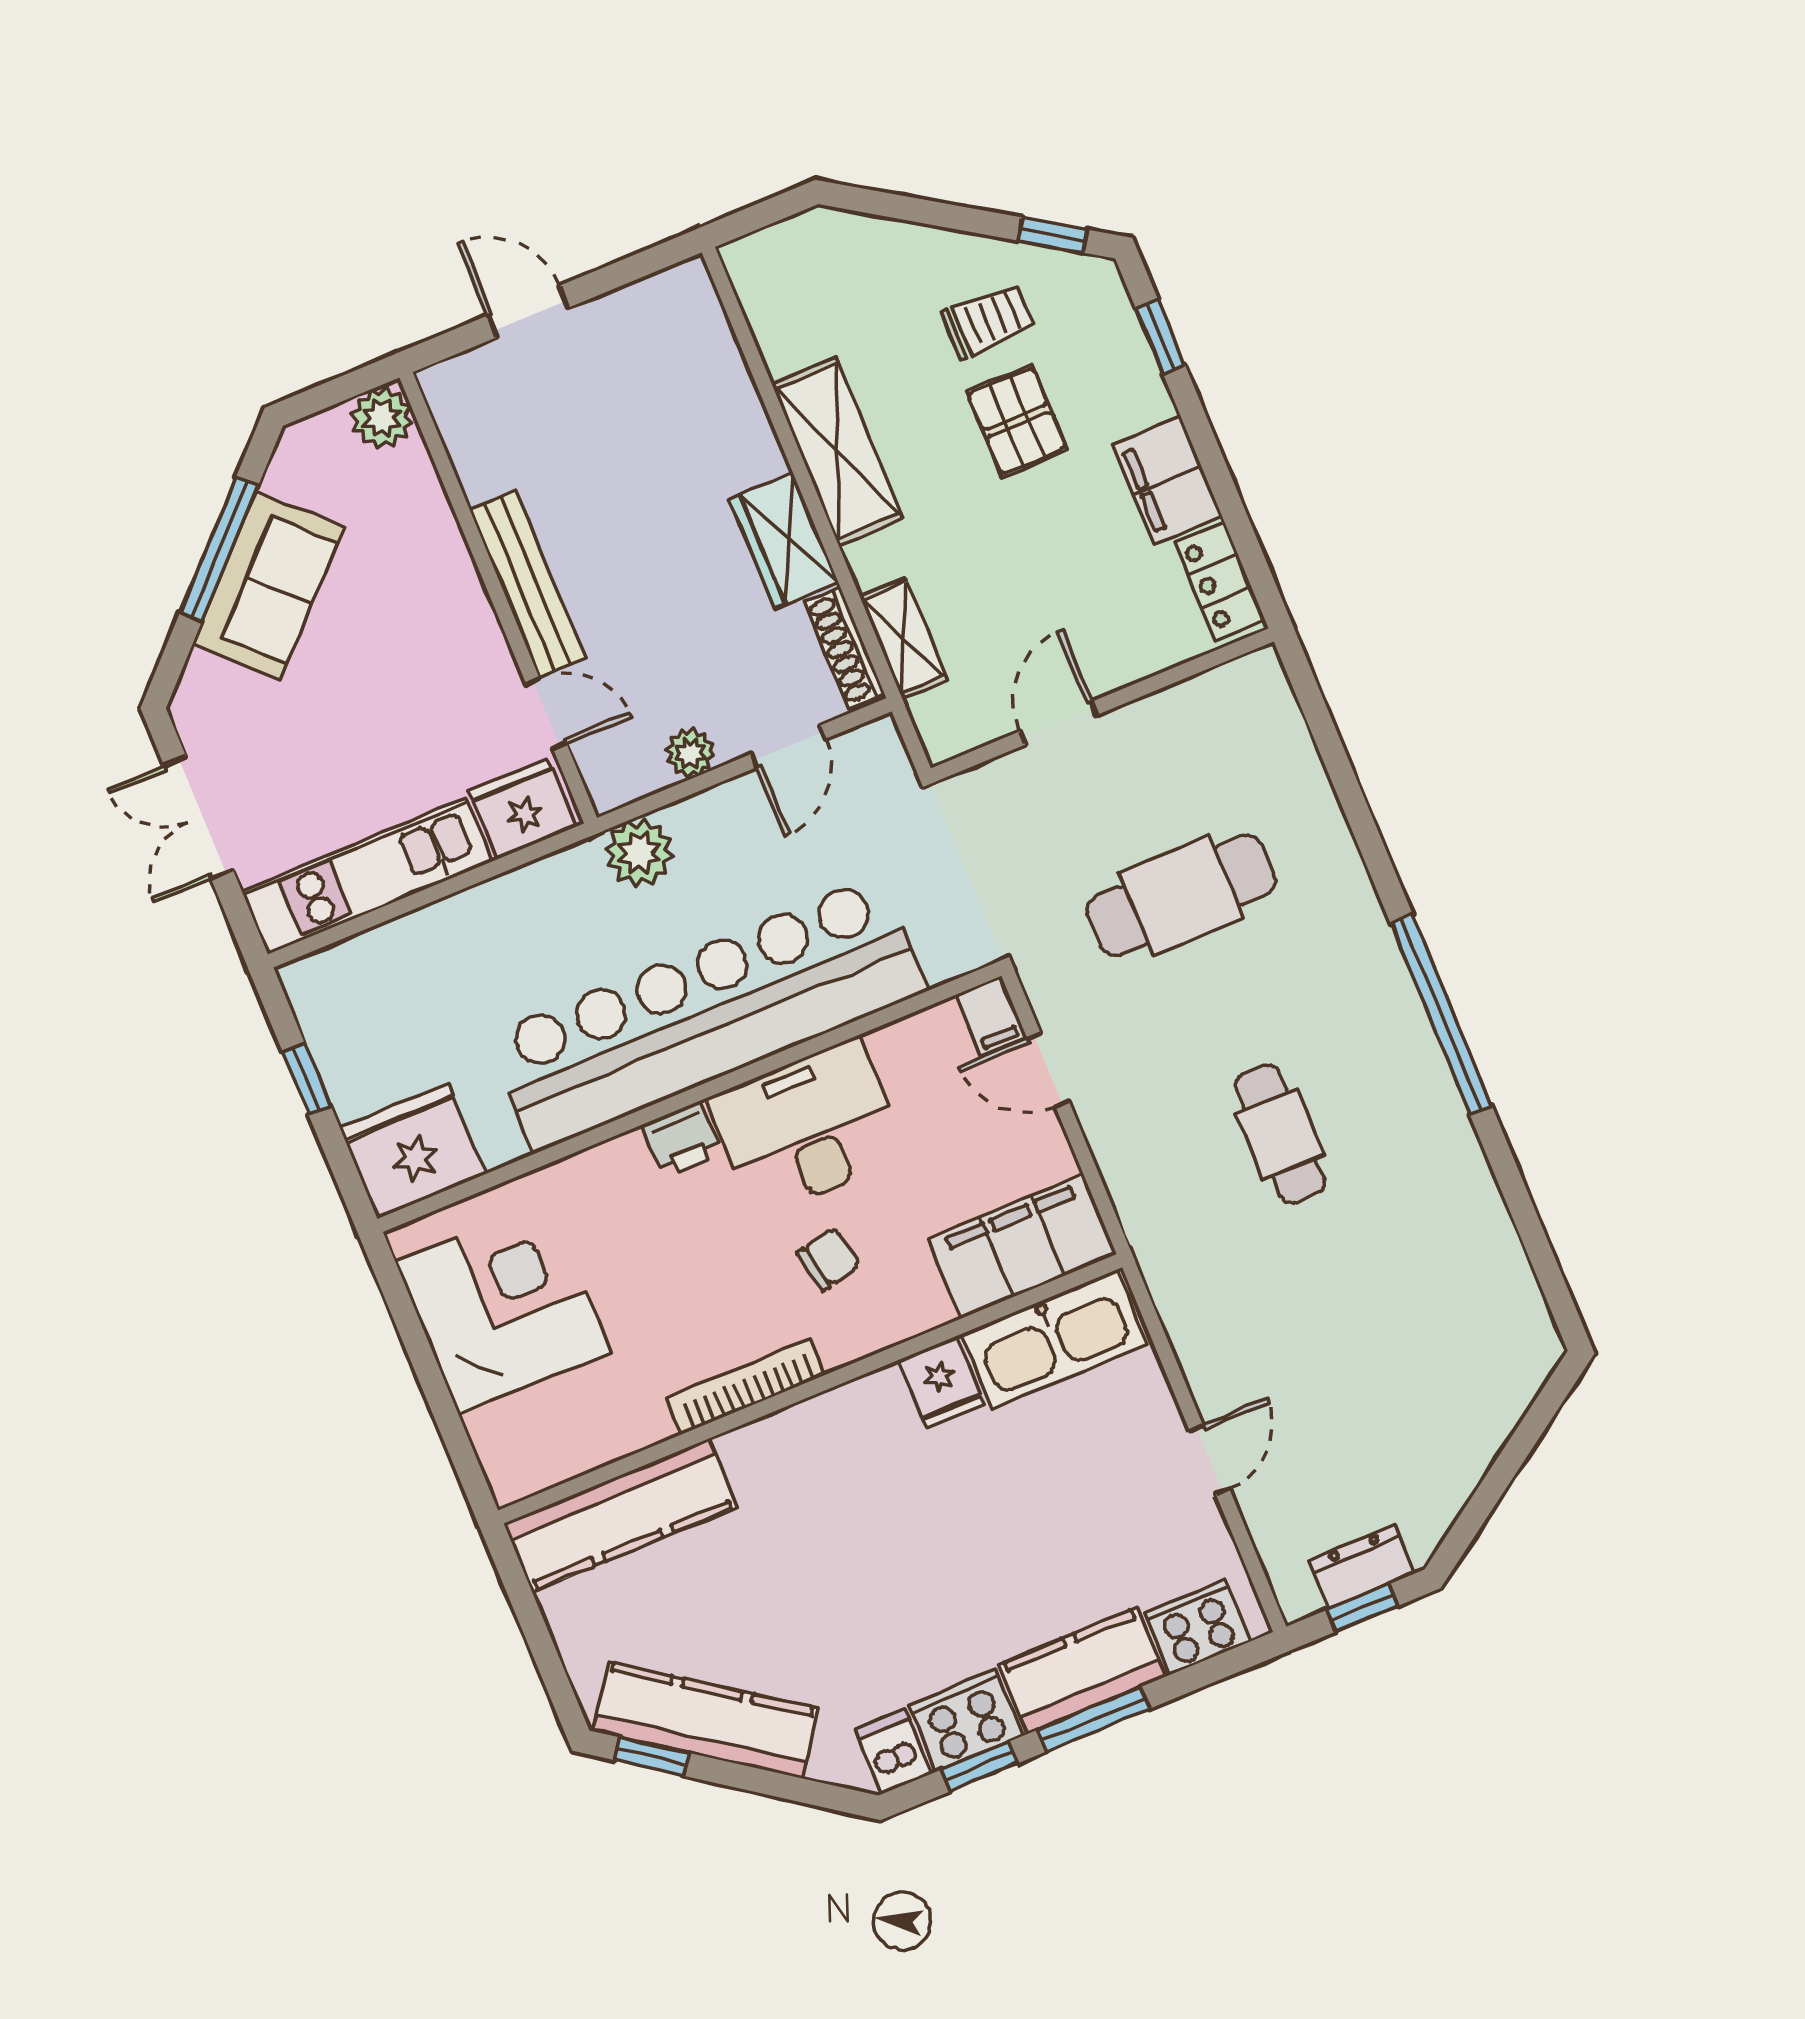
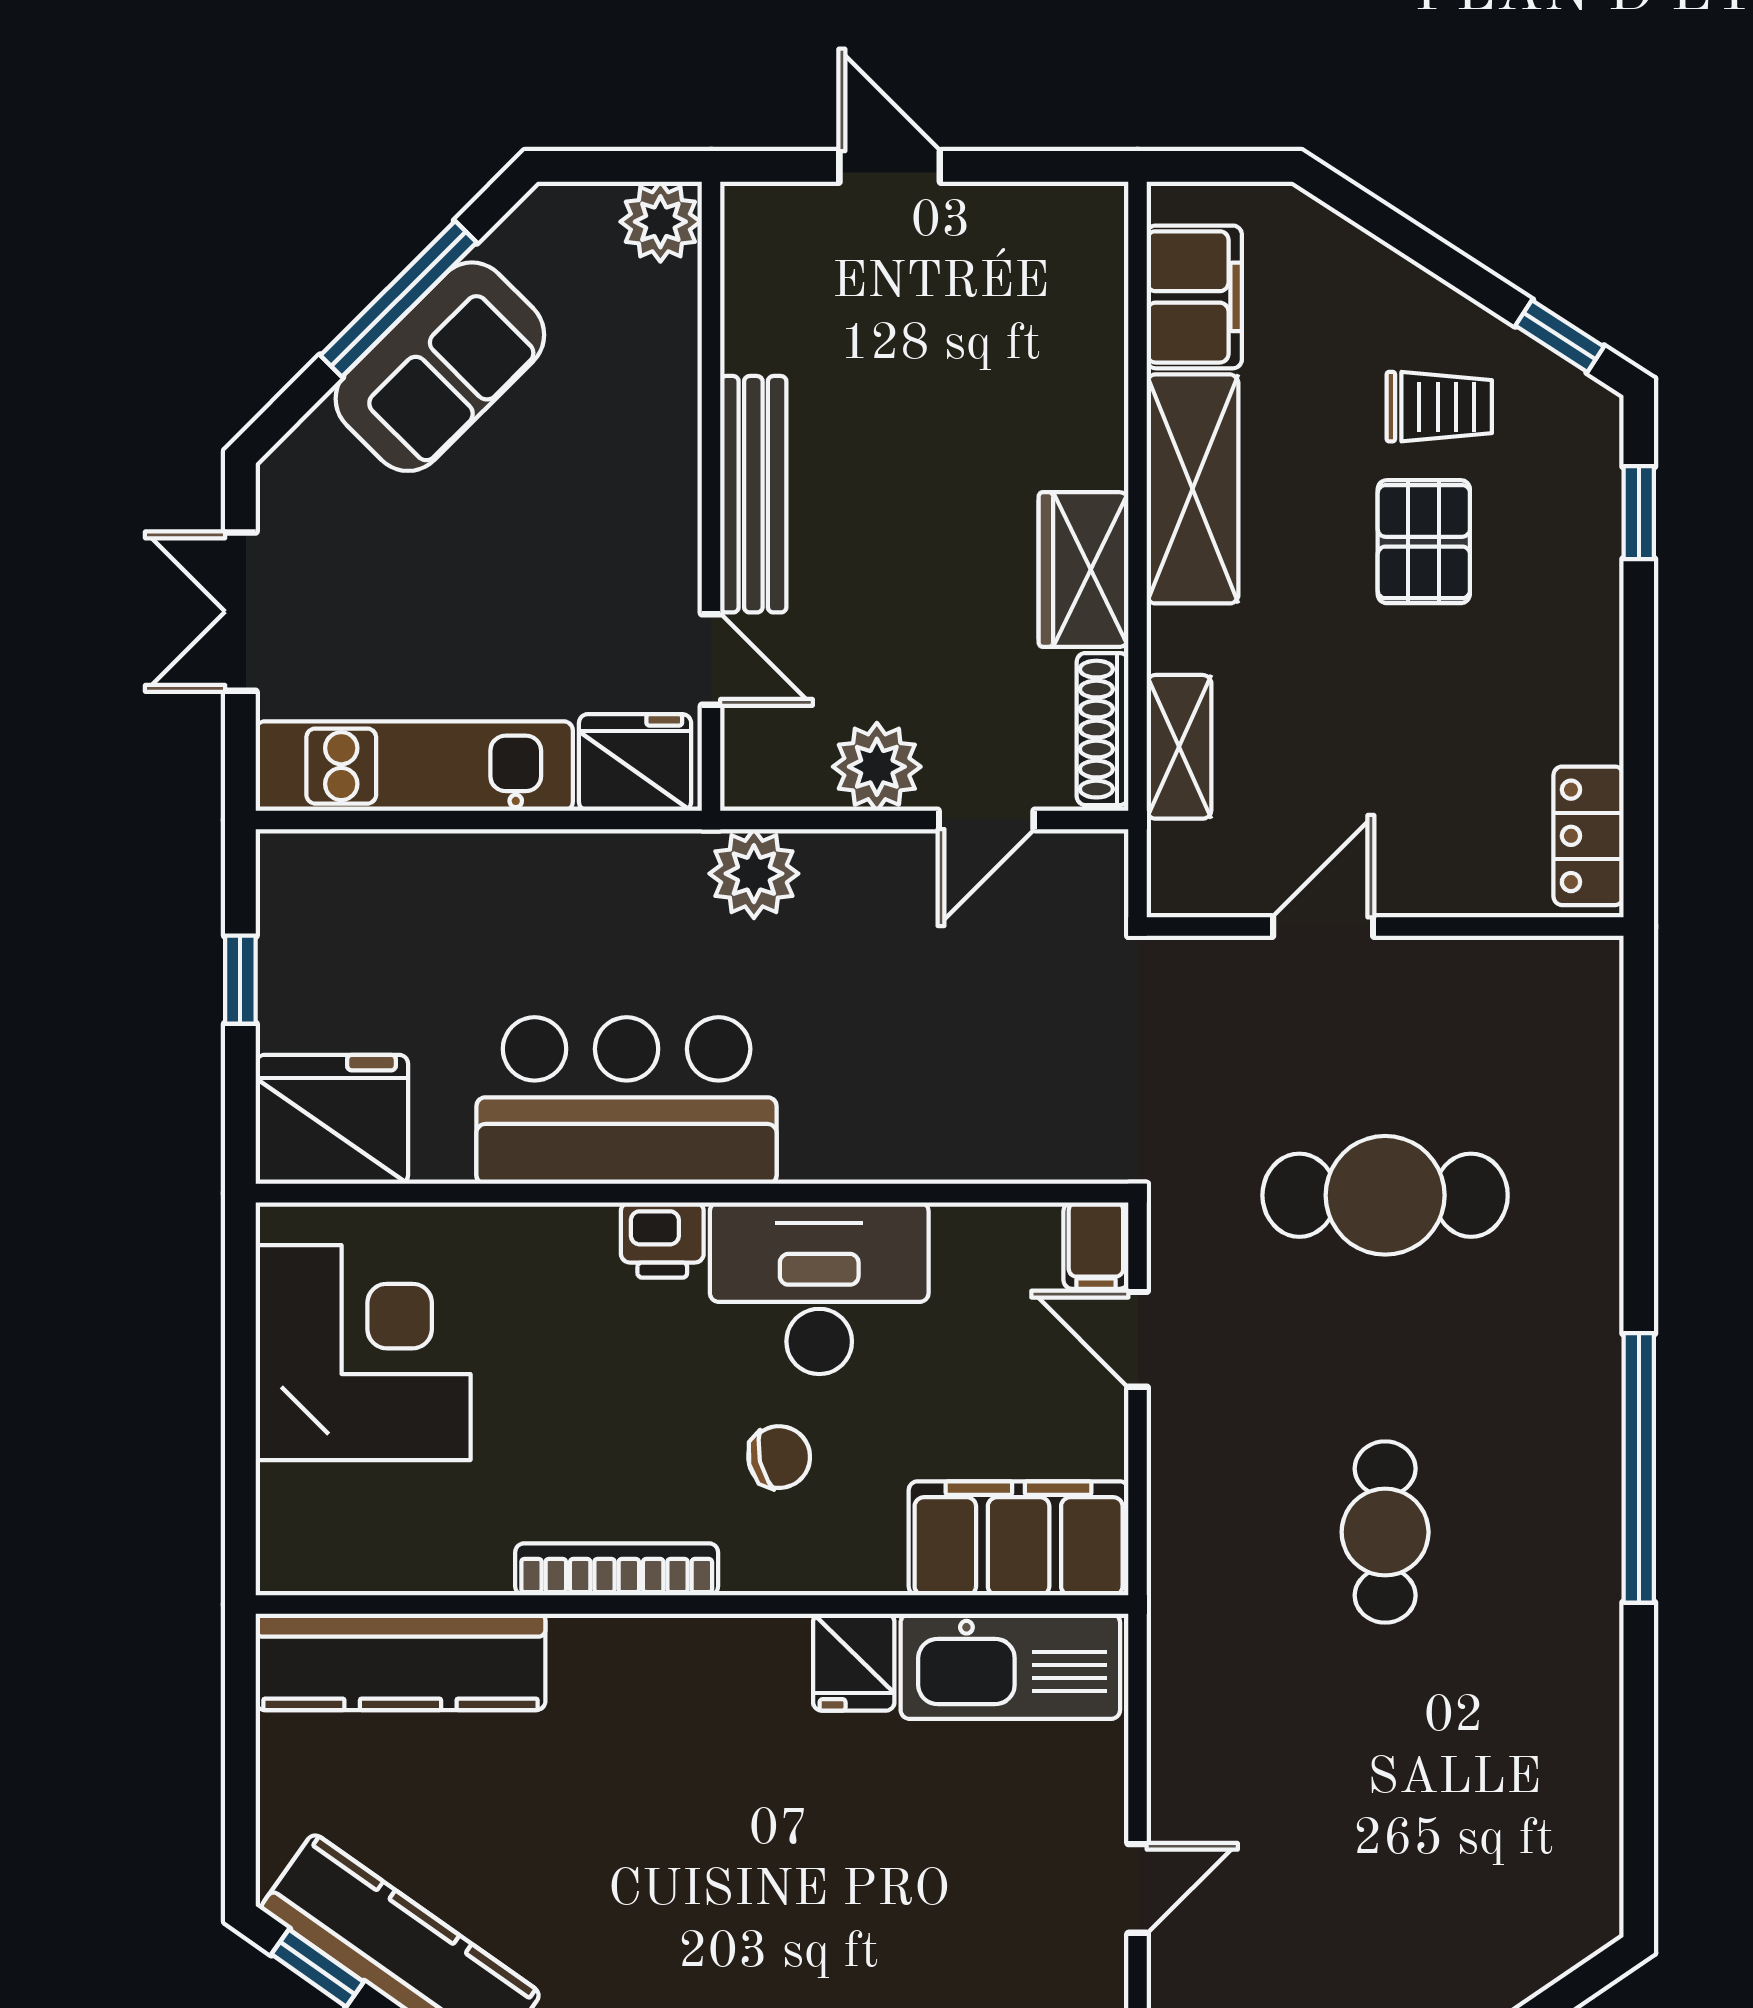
filing cabinet: (1168, 481) -> (1194, 297), moved, turned 180
plant: (690, 753) -> (877, 767), width x1.38, depth x1.38
bar counter: (707, 1013) -> (627, 1101), width x0.54

